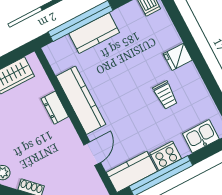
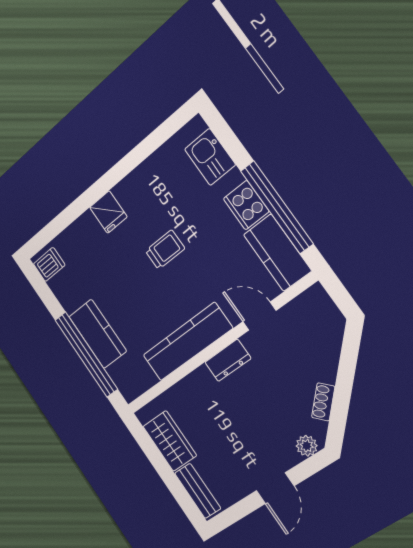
trolley: (165, 95) -> (165, 250), moved
dresser: (55, 108) -> (228, 360), moved

